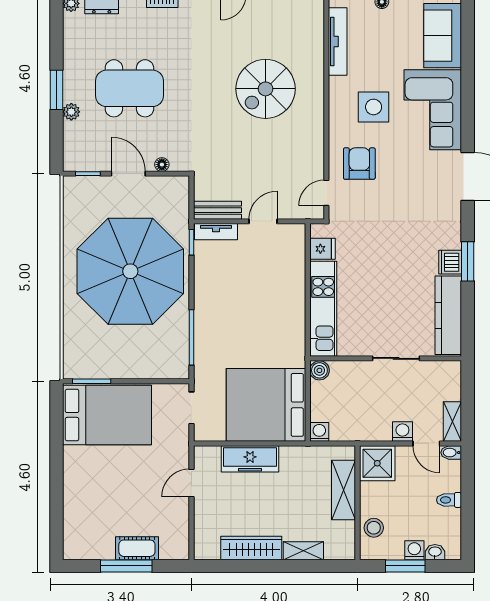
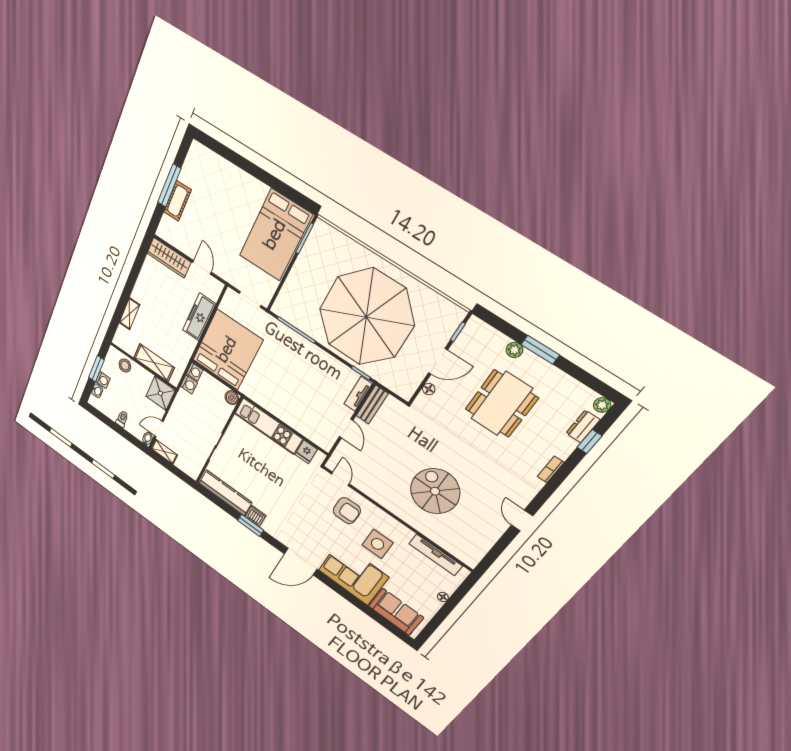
washing machine: (402, 432) -> (189, 385), moved
wardrobe: (251, 548) -> (169, 258), moved, turned 90

